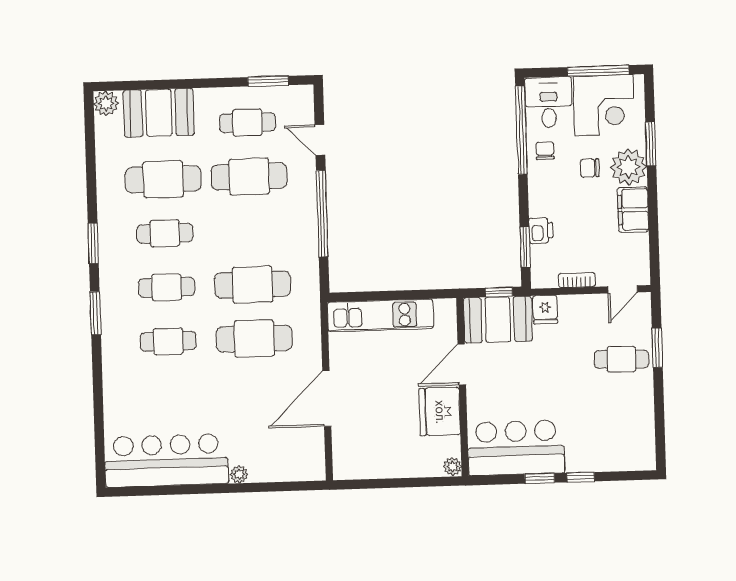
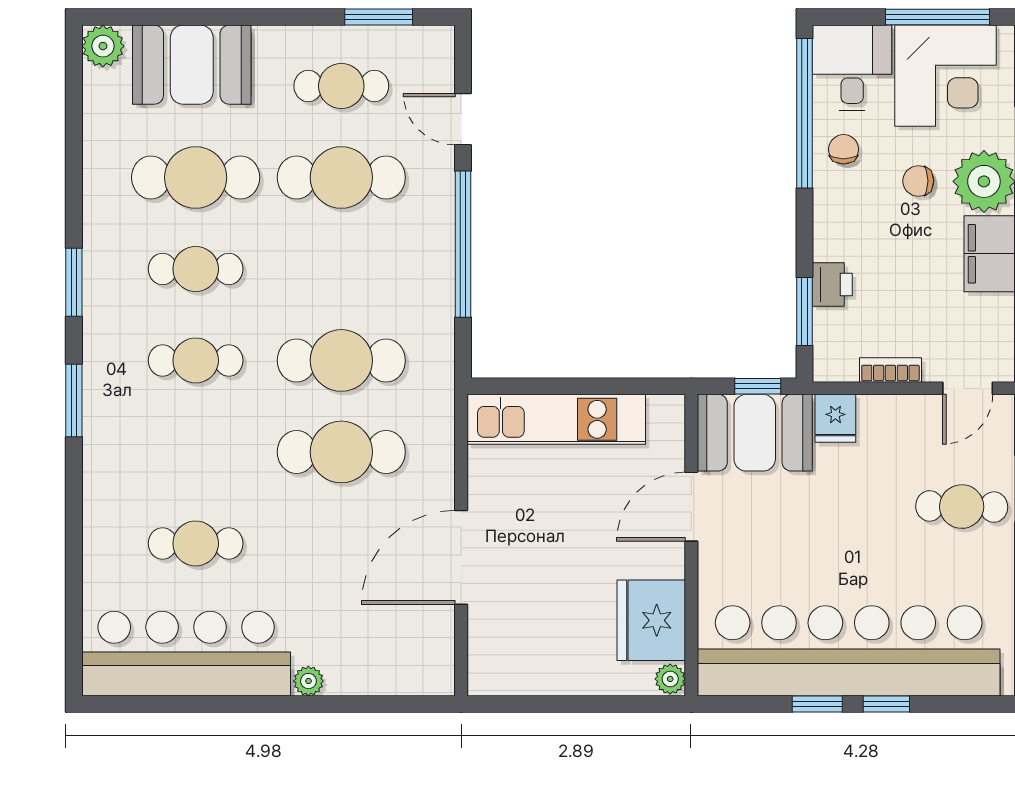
cafe table: (168, 341) -> (196, 543), moved
fridge: (440, 412) -> (651, 620), moved
bar counter: (516, 448) -> (849, 651), width x1.86

